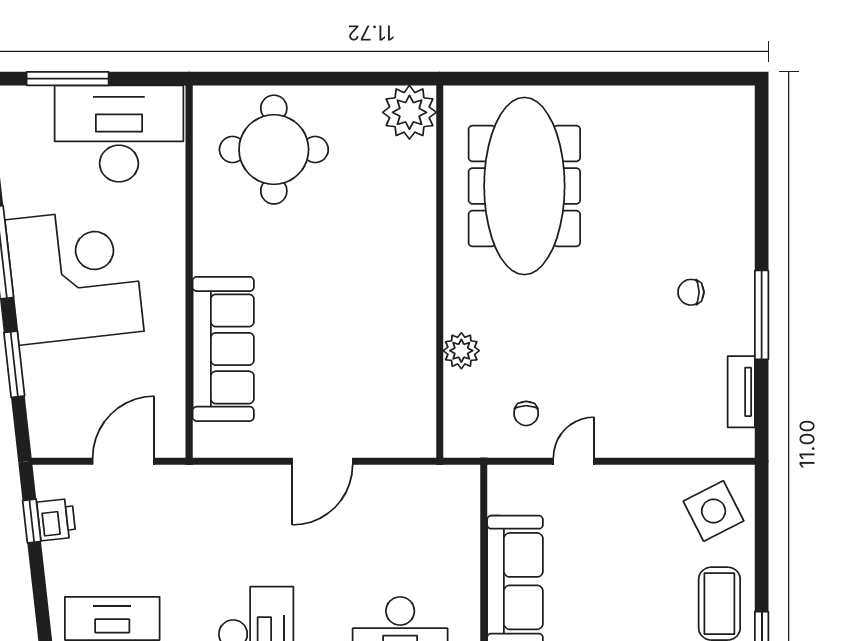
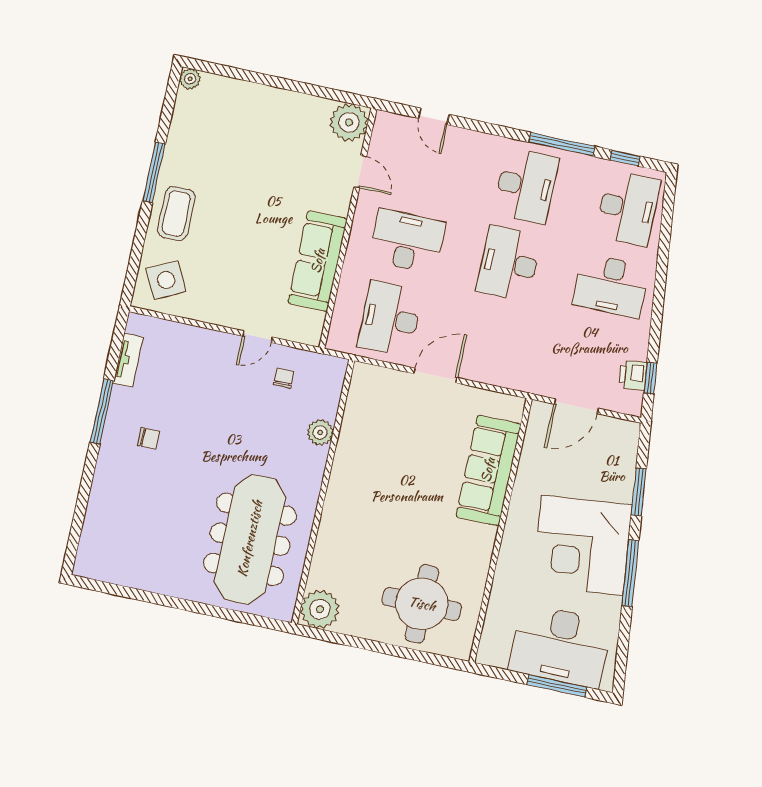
desk: (119, 134) -> (560, 646), moved
desk: (400, 524) -> (390, 319), added

